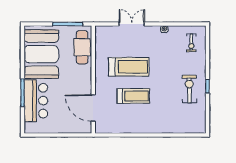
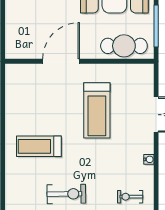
treadmill: (133, 96) -> (39, 146), moved, turned 90
door: (93, 108) -> (61, 61), moved

